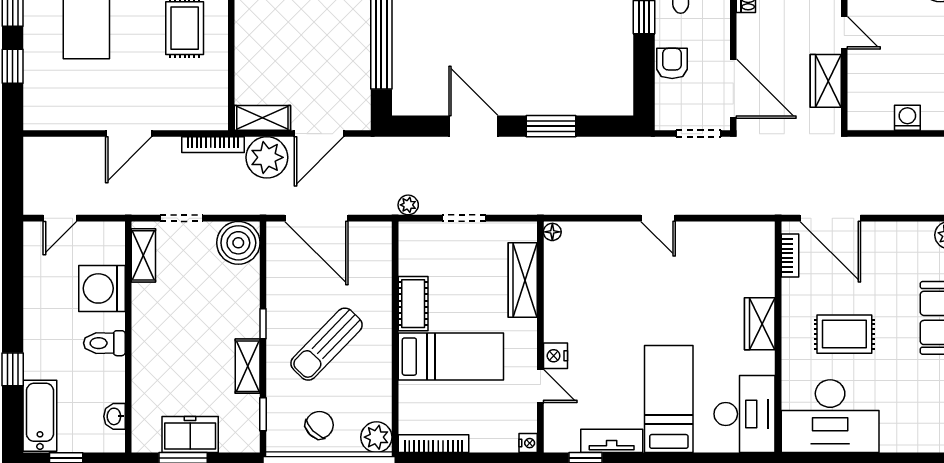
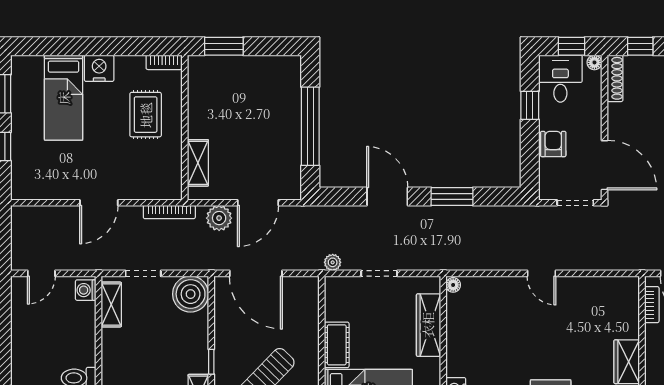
shelving: (262, 118) -> (198, 163), moved, turned 90
plant: (267, 157) -> (219, 218), width x0.73, depth x0.73
washing machine: (102, 288) -> (86, 290), moved, width x0.53, depth x0.53

